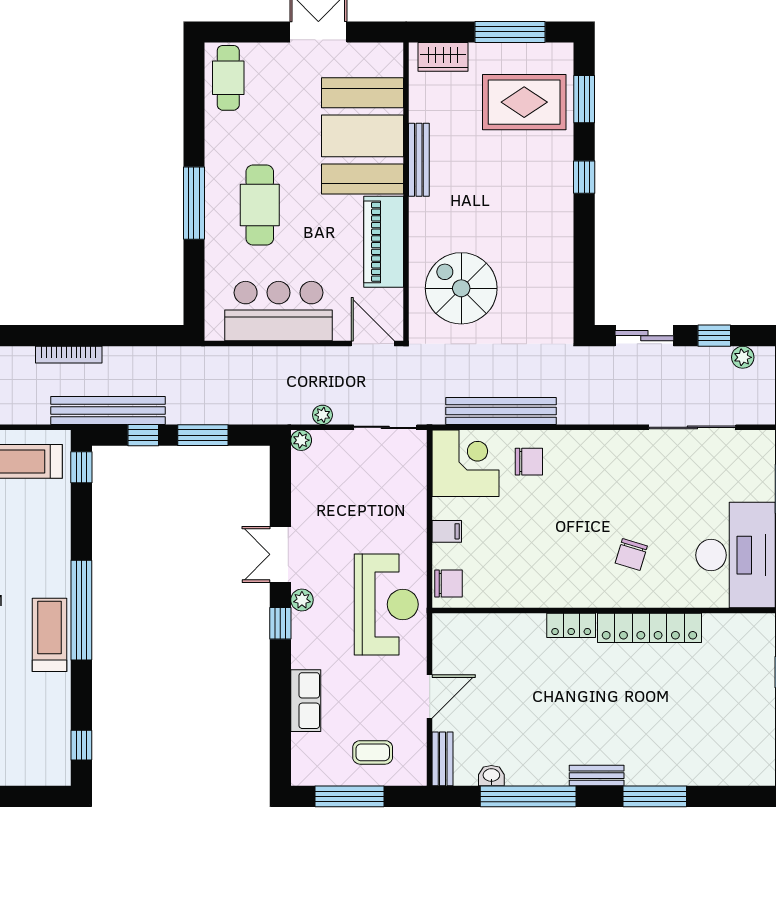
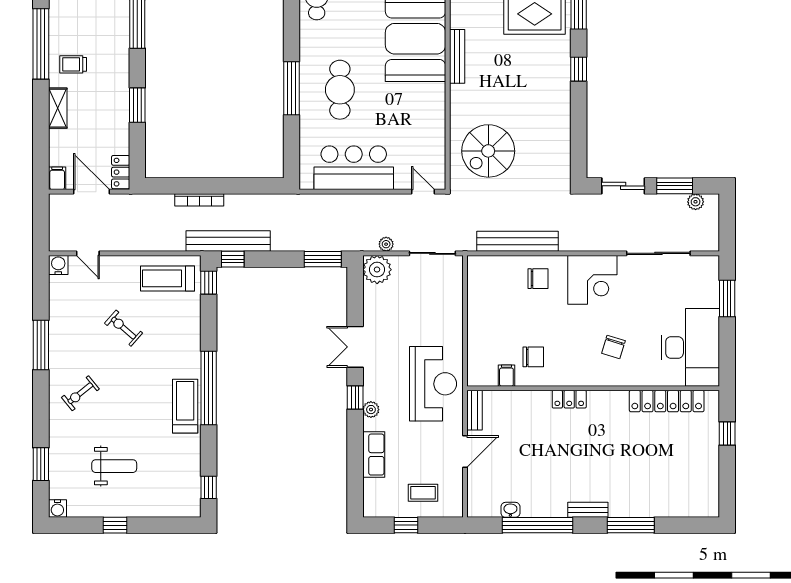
piano: (384, 242) -> (431, 117), removed
spiral stairs: (461, 288) -> (488, 151), turned -90
window: (714, 336) -> (675, 186), width x1.50
door: (373, 344) -> (423, 192), width x0.73
window: (143, 435) -> (233, 259), moved
window: (203, 435) -> (323, 259), moved
plant: (301, 440) -> (377, 270), width x1.87, depth x1.87
corner desk: (466, 463) -> (592, 280), moved, turned 90
filing cabinet: (447, 531) -> (506, 376), moved, turned -90
chair: (449, 584) -> (533, 357), moved
plant: (302, 600) -> (371, 410), moved
locker: (649, 628) -> (667, 401), moved
bench: (443, 759) -> (474, 410), moved
window: (350, 796) -> (406, 525), width x0.46

